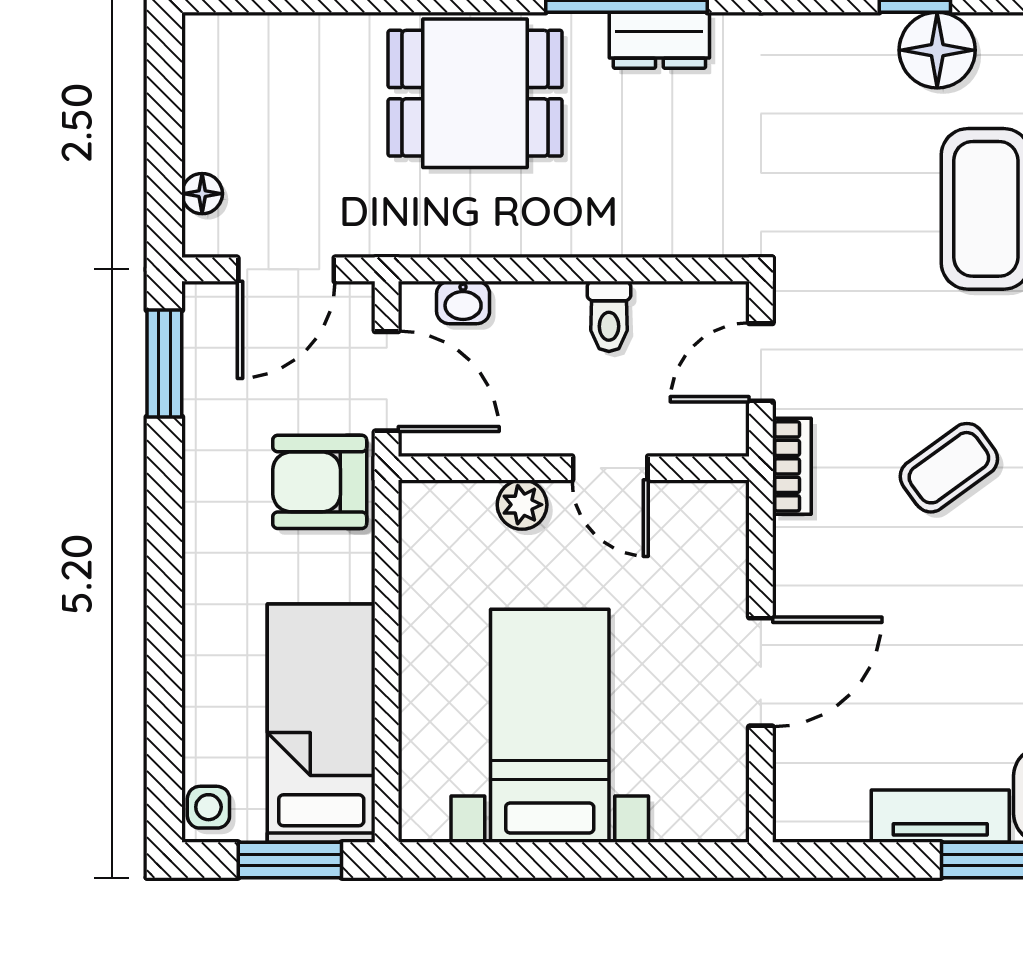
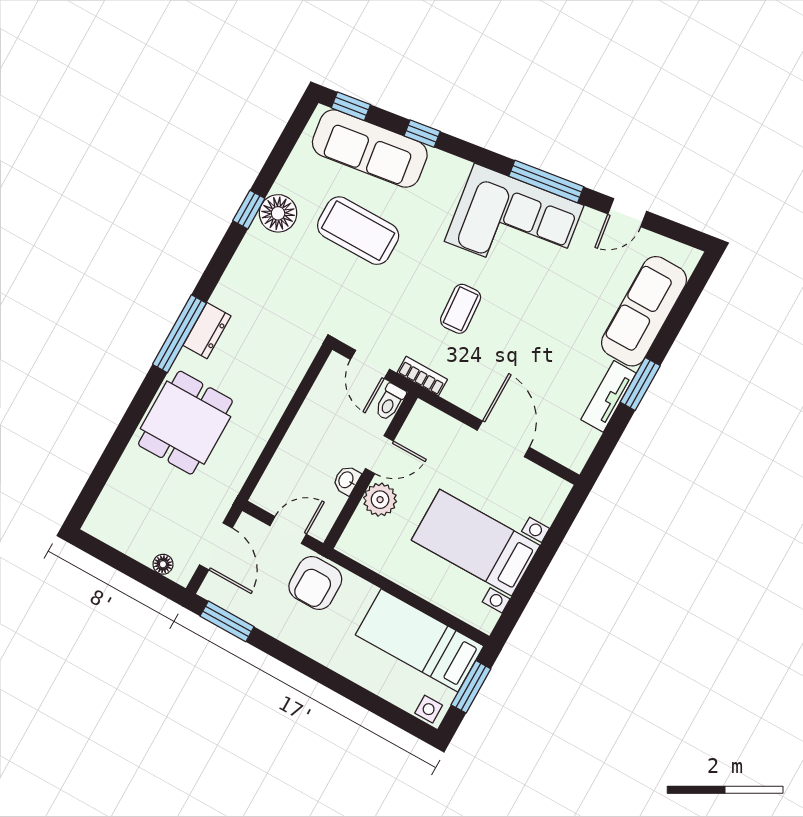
washbasin: (463, 302) -> (346, 480), moved, turned 180
toilet: (609, 316) -> (390, 402), moved, turned 90
door: (387, 381) -> (288, 530), width x0.73
coffee table: (949, 468) -> (461, 309), turned 32
plant: (522, 505) -> (380, 500), width x1.38, depth x1.38

